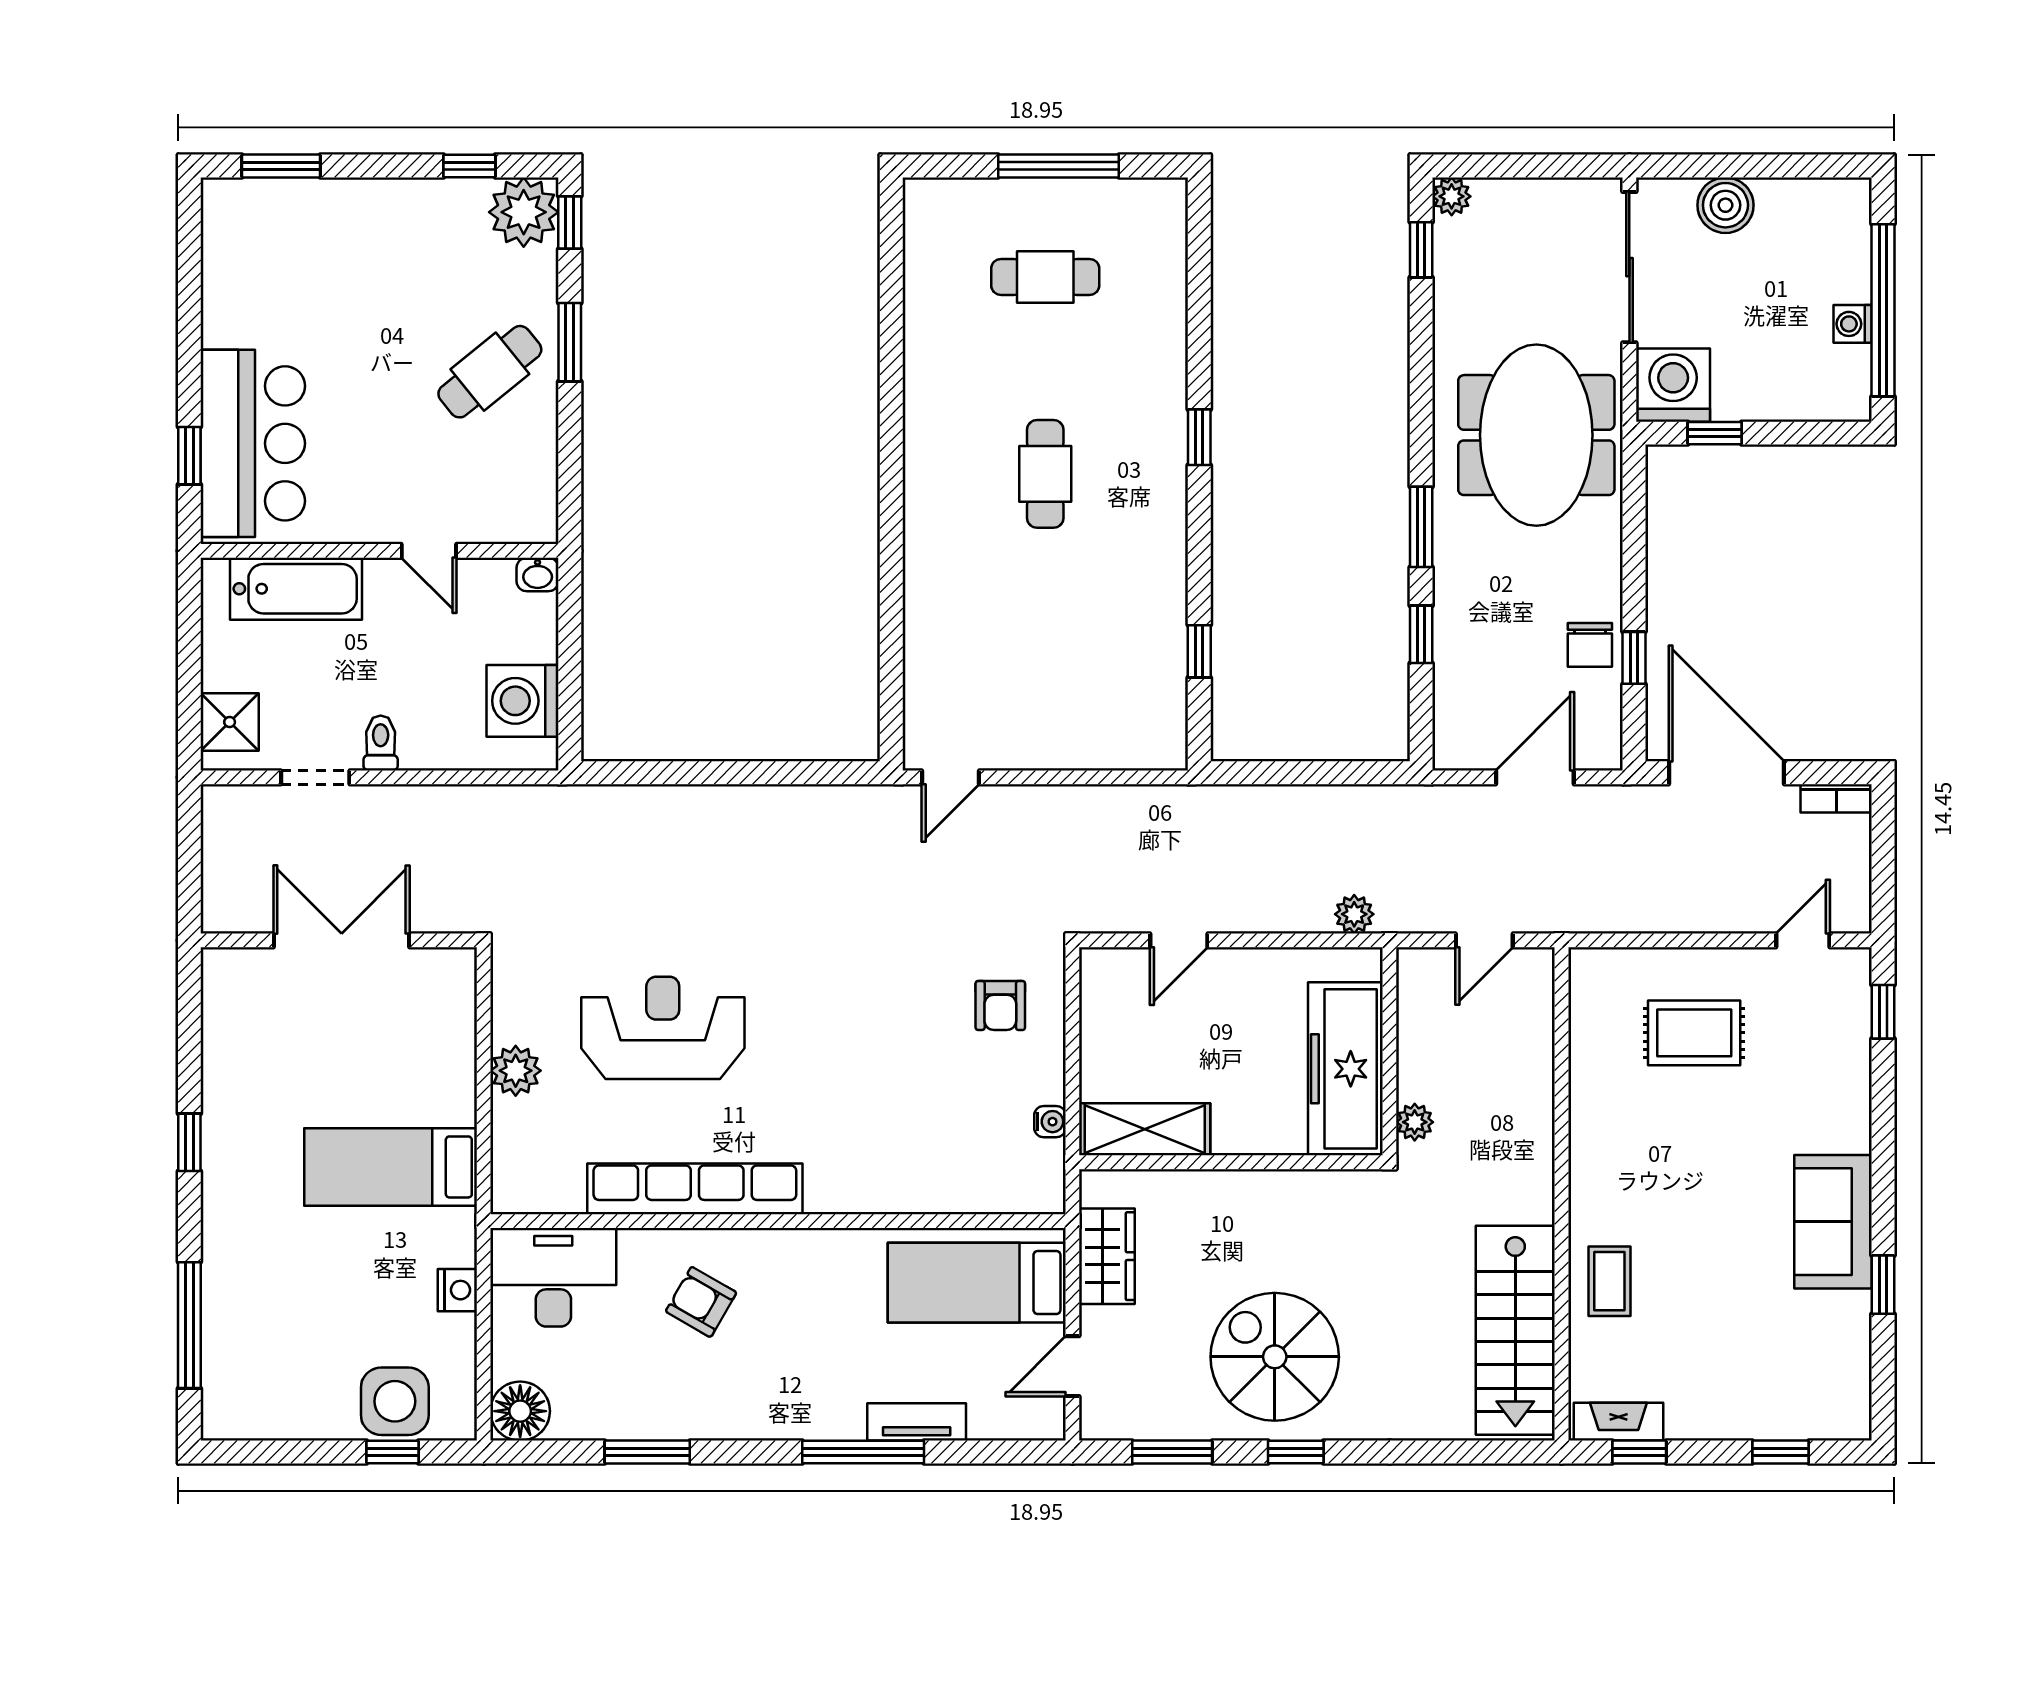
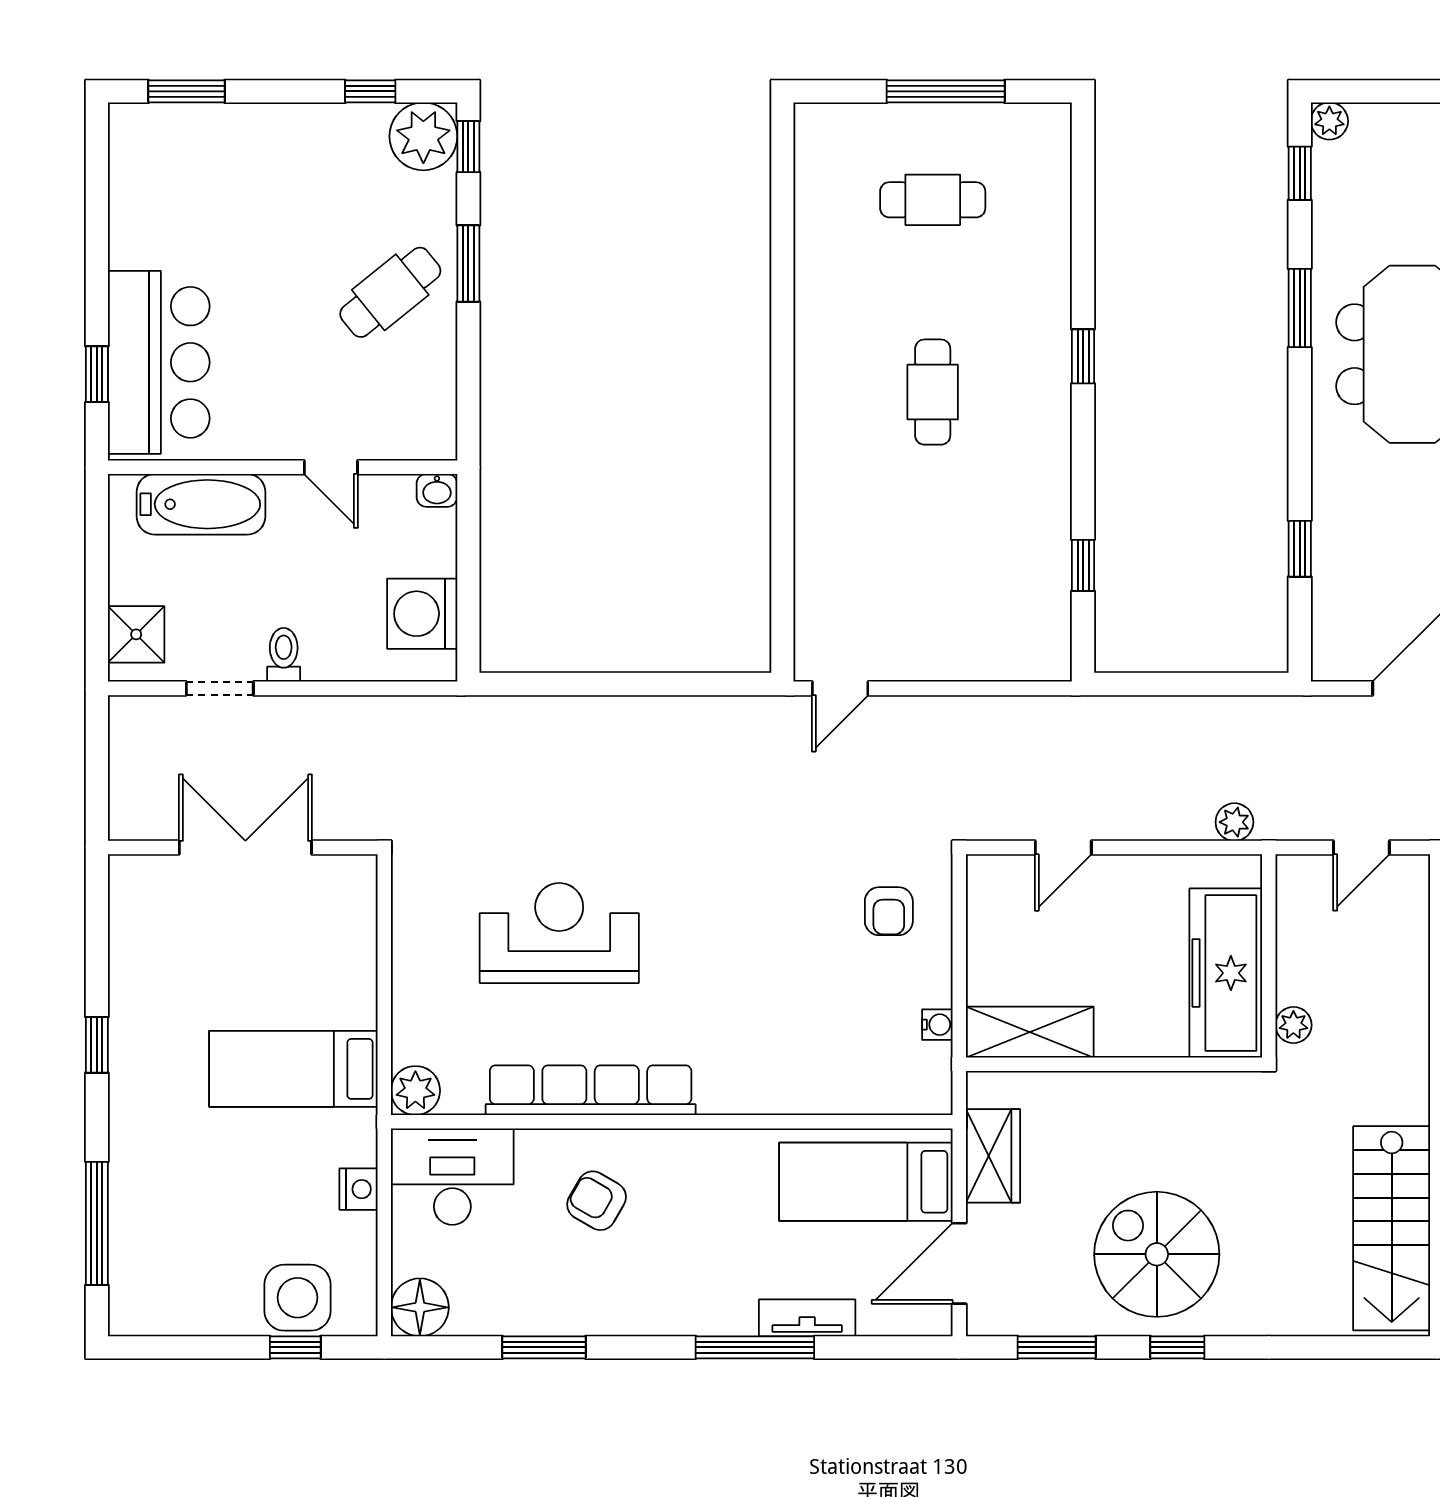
window: (1421, 527) -> (1300, 308), moved
plant: (516, 1071) -> (415, 1091), moved
door: (1072, 1366) -> (959, 1263), width x1.38

